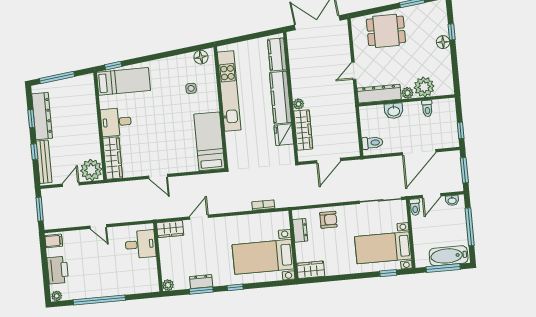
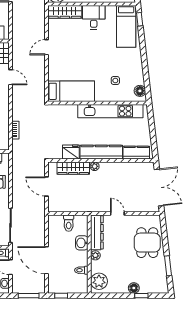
plant: (424, 87) -> (99, 281), moved
toilet: (372, 143) -> (69, 223), moved

